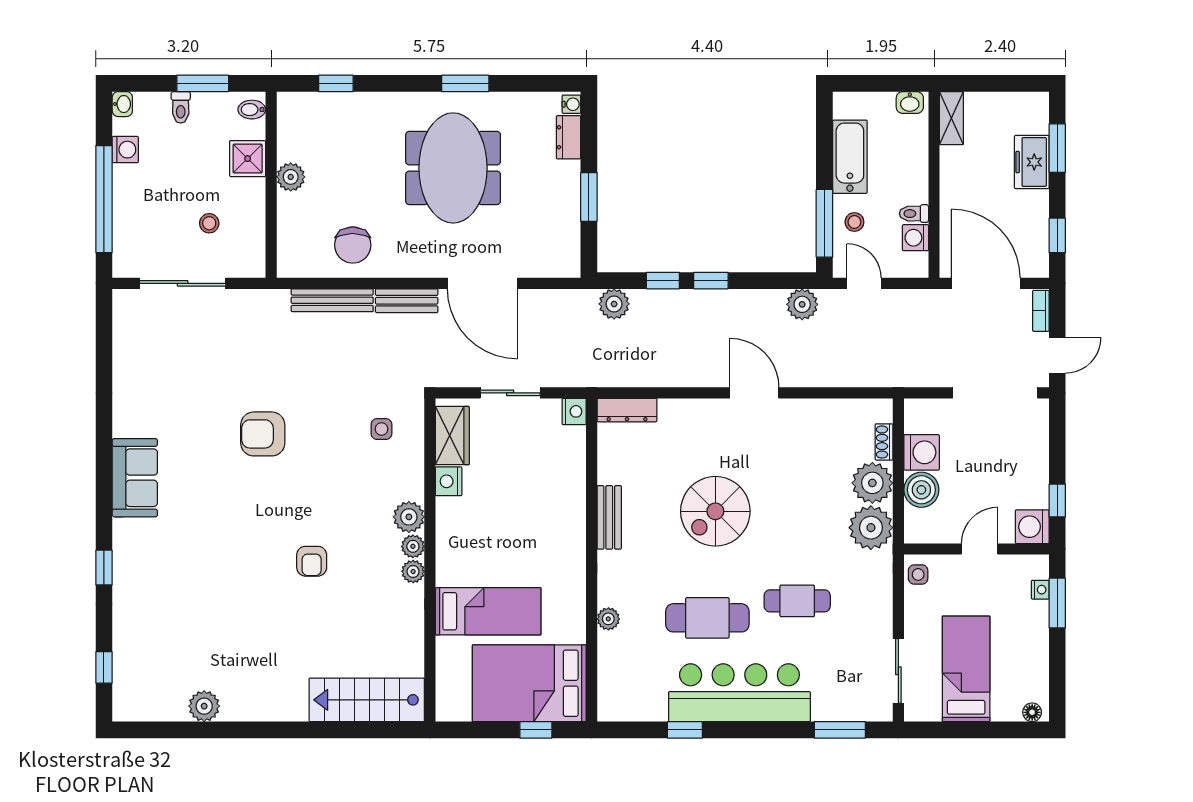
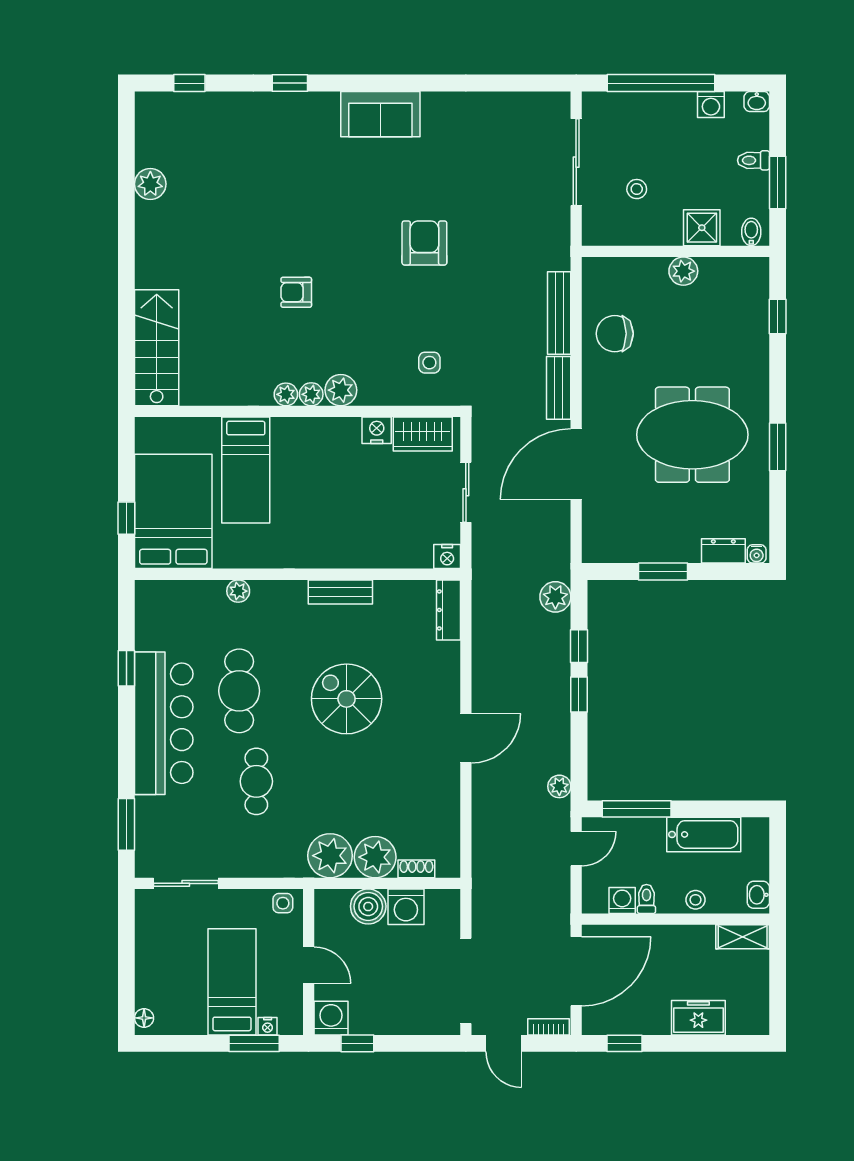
window: (1057, 148) -> (712, 1043), removed
stool: (854, 222) -> (696, 900), moved
plant: (802, 304) -> (559, 786), width x0.73, depth x0.73
bed: (966, 669) -> (232, 982), moved, turned -90

